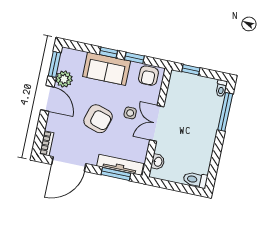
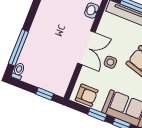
armchair: (148, 76) -> (87, 95), turned 90

